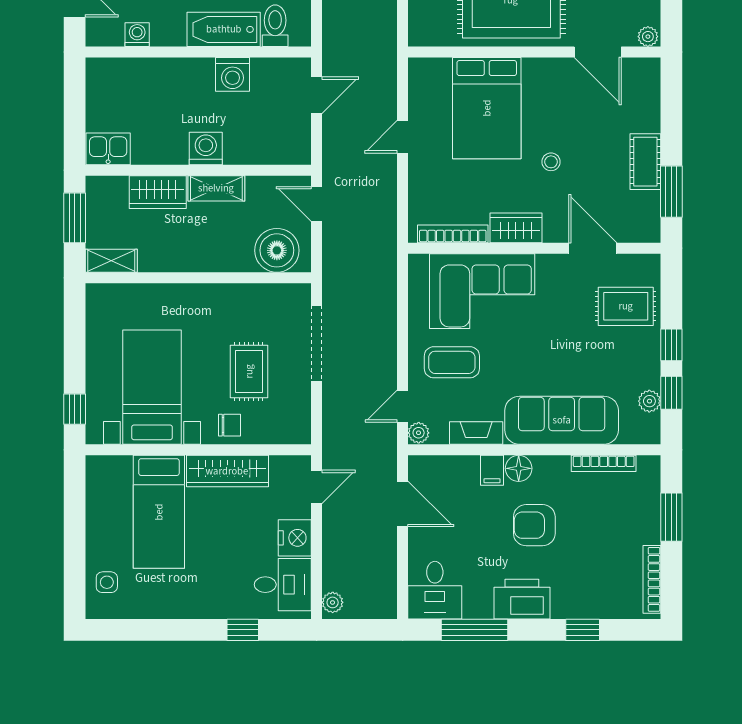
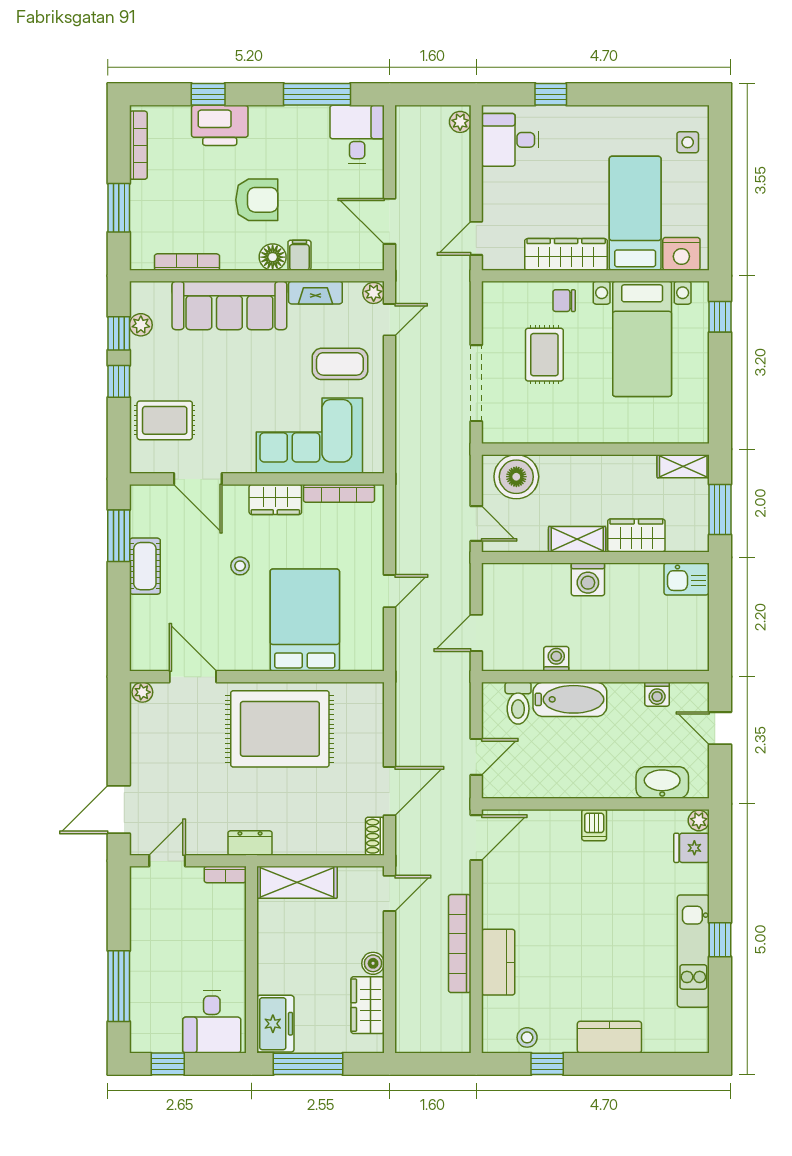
washing machine: (233, 74) -> (556, 659), width x0.73, depth x0.73
nightstand: (295, 538) -> (681, 254), moved, turned -90
printer: (522, 599) -> (220, 125), moved

